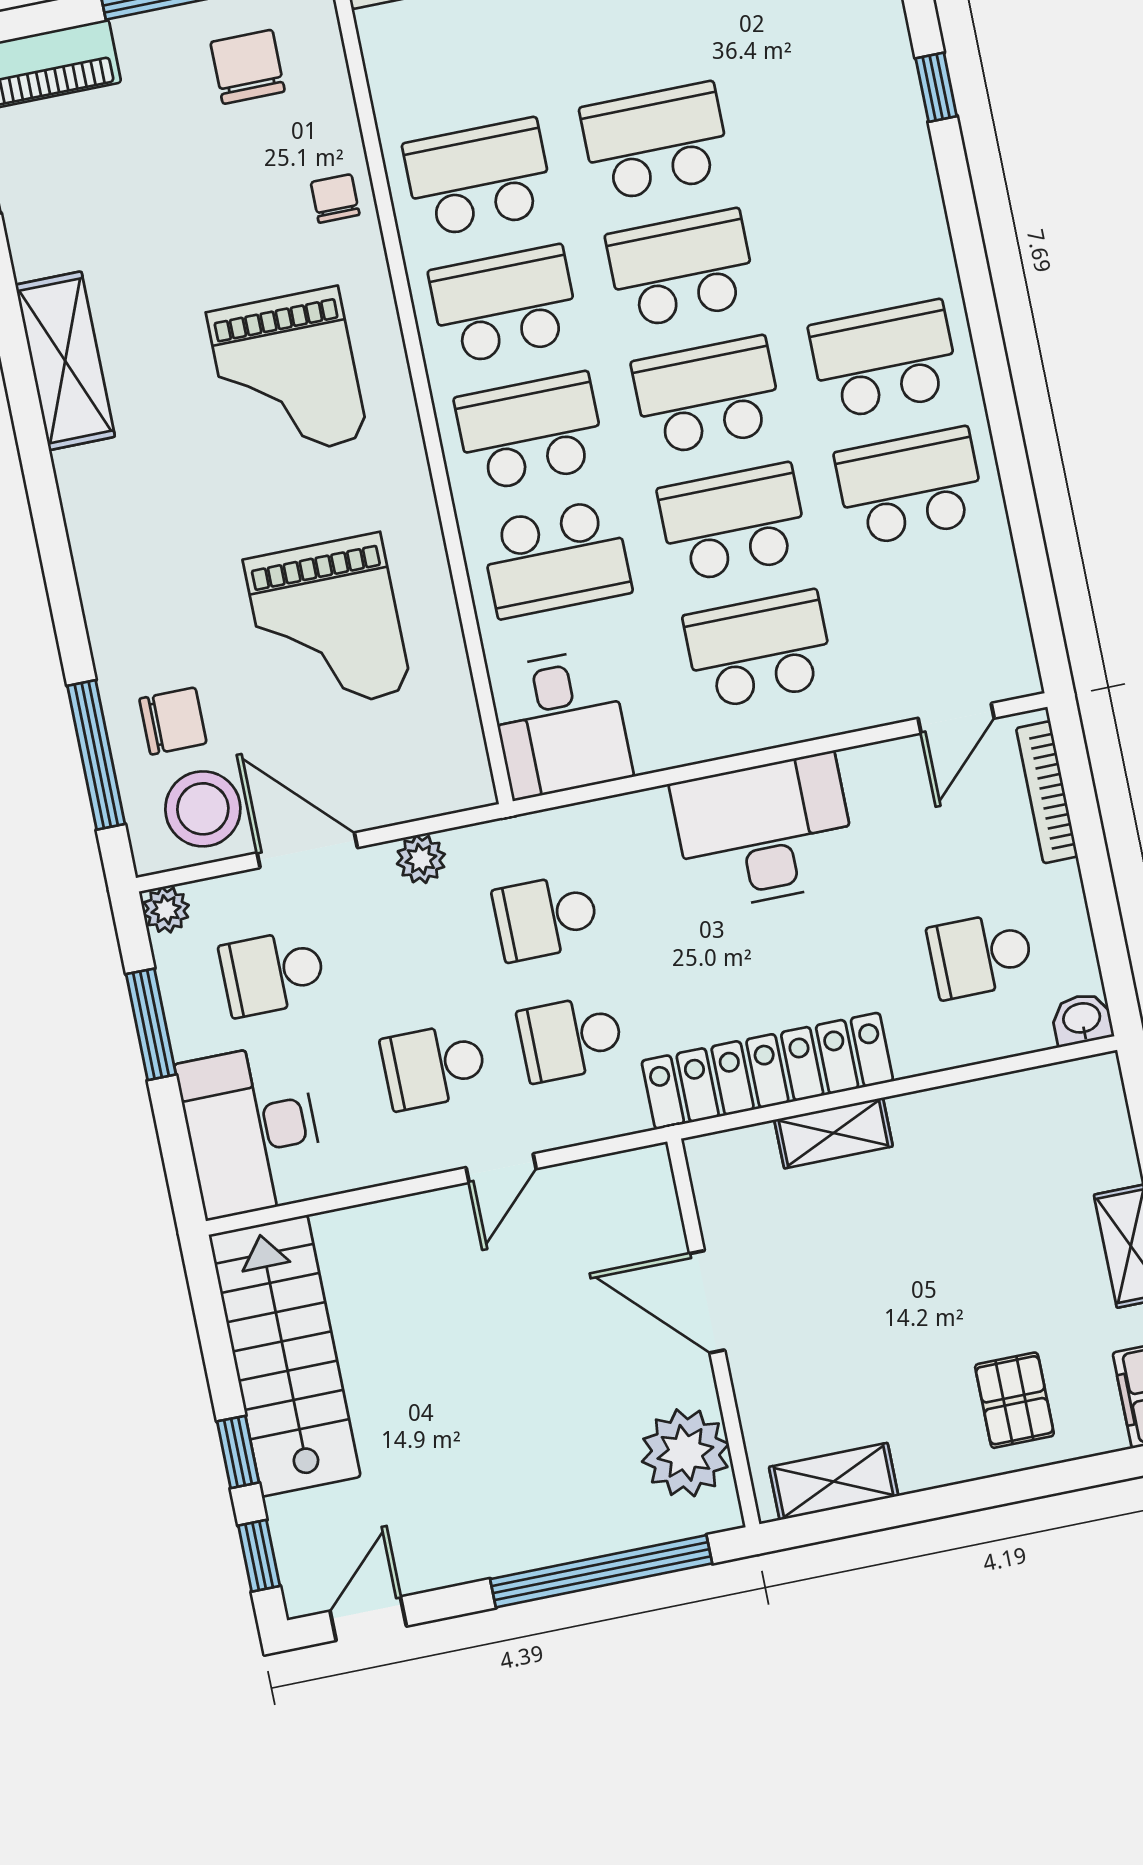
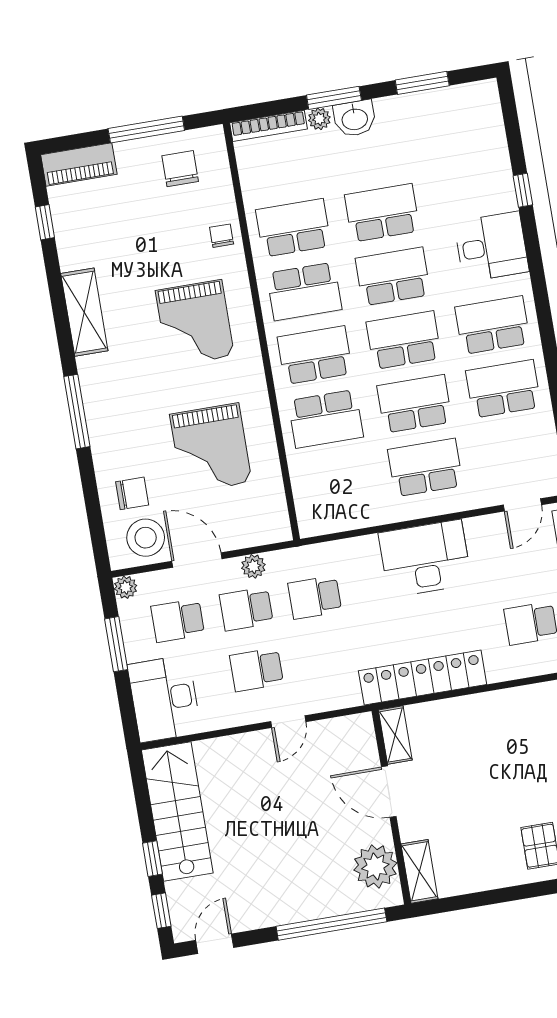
school desk: (504, 305) -> (304, 291), turned 180
desk: (560, 724) -> (491, 247), moved, turned -90
window: (96, 755) -> (77, 412), moved
school desk: (571, 1038) -> (246, 609), moved
shelving: (833, 1133) -> (395, 735), moved, turned 90
shelving: (834, 1481) -> (419, 871), moved, turned 90

